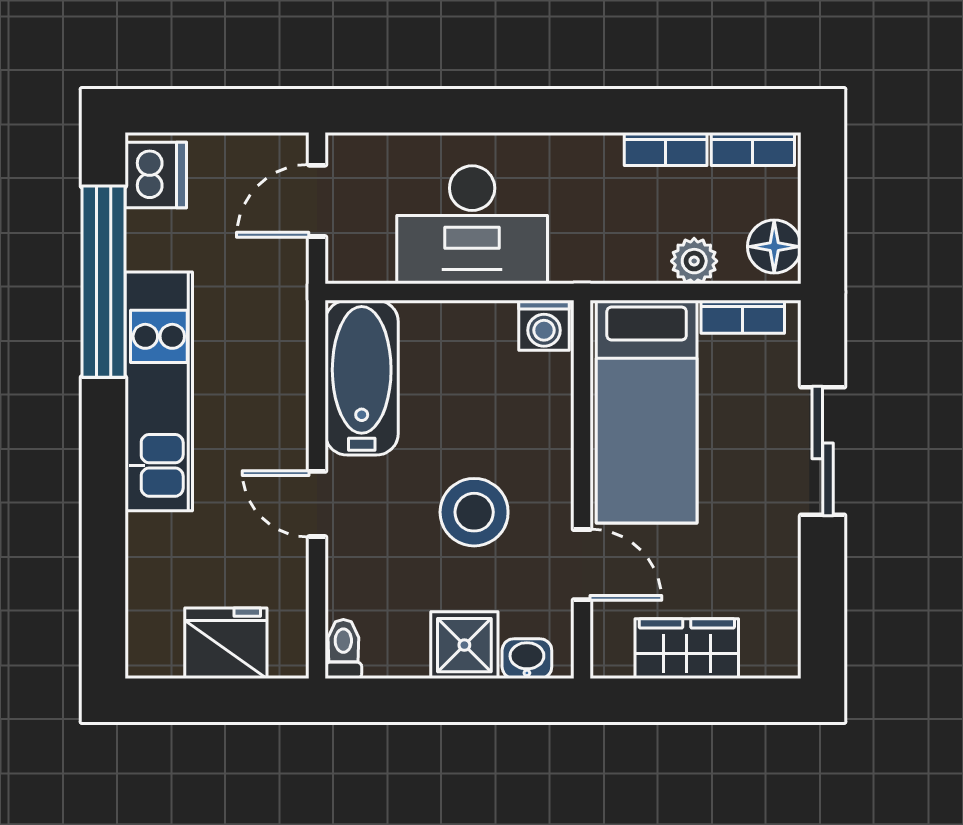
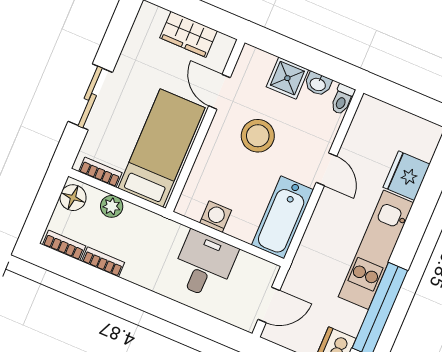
desk: (472, 225) -> (204, 265), width x0.73
washing machine: (544, 325) -> (216, 217), moved
fridge: (226, 643) -> (407, 176), moved, turned 90
washbasin: (527, 659) -> (318, 84), moved

